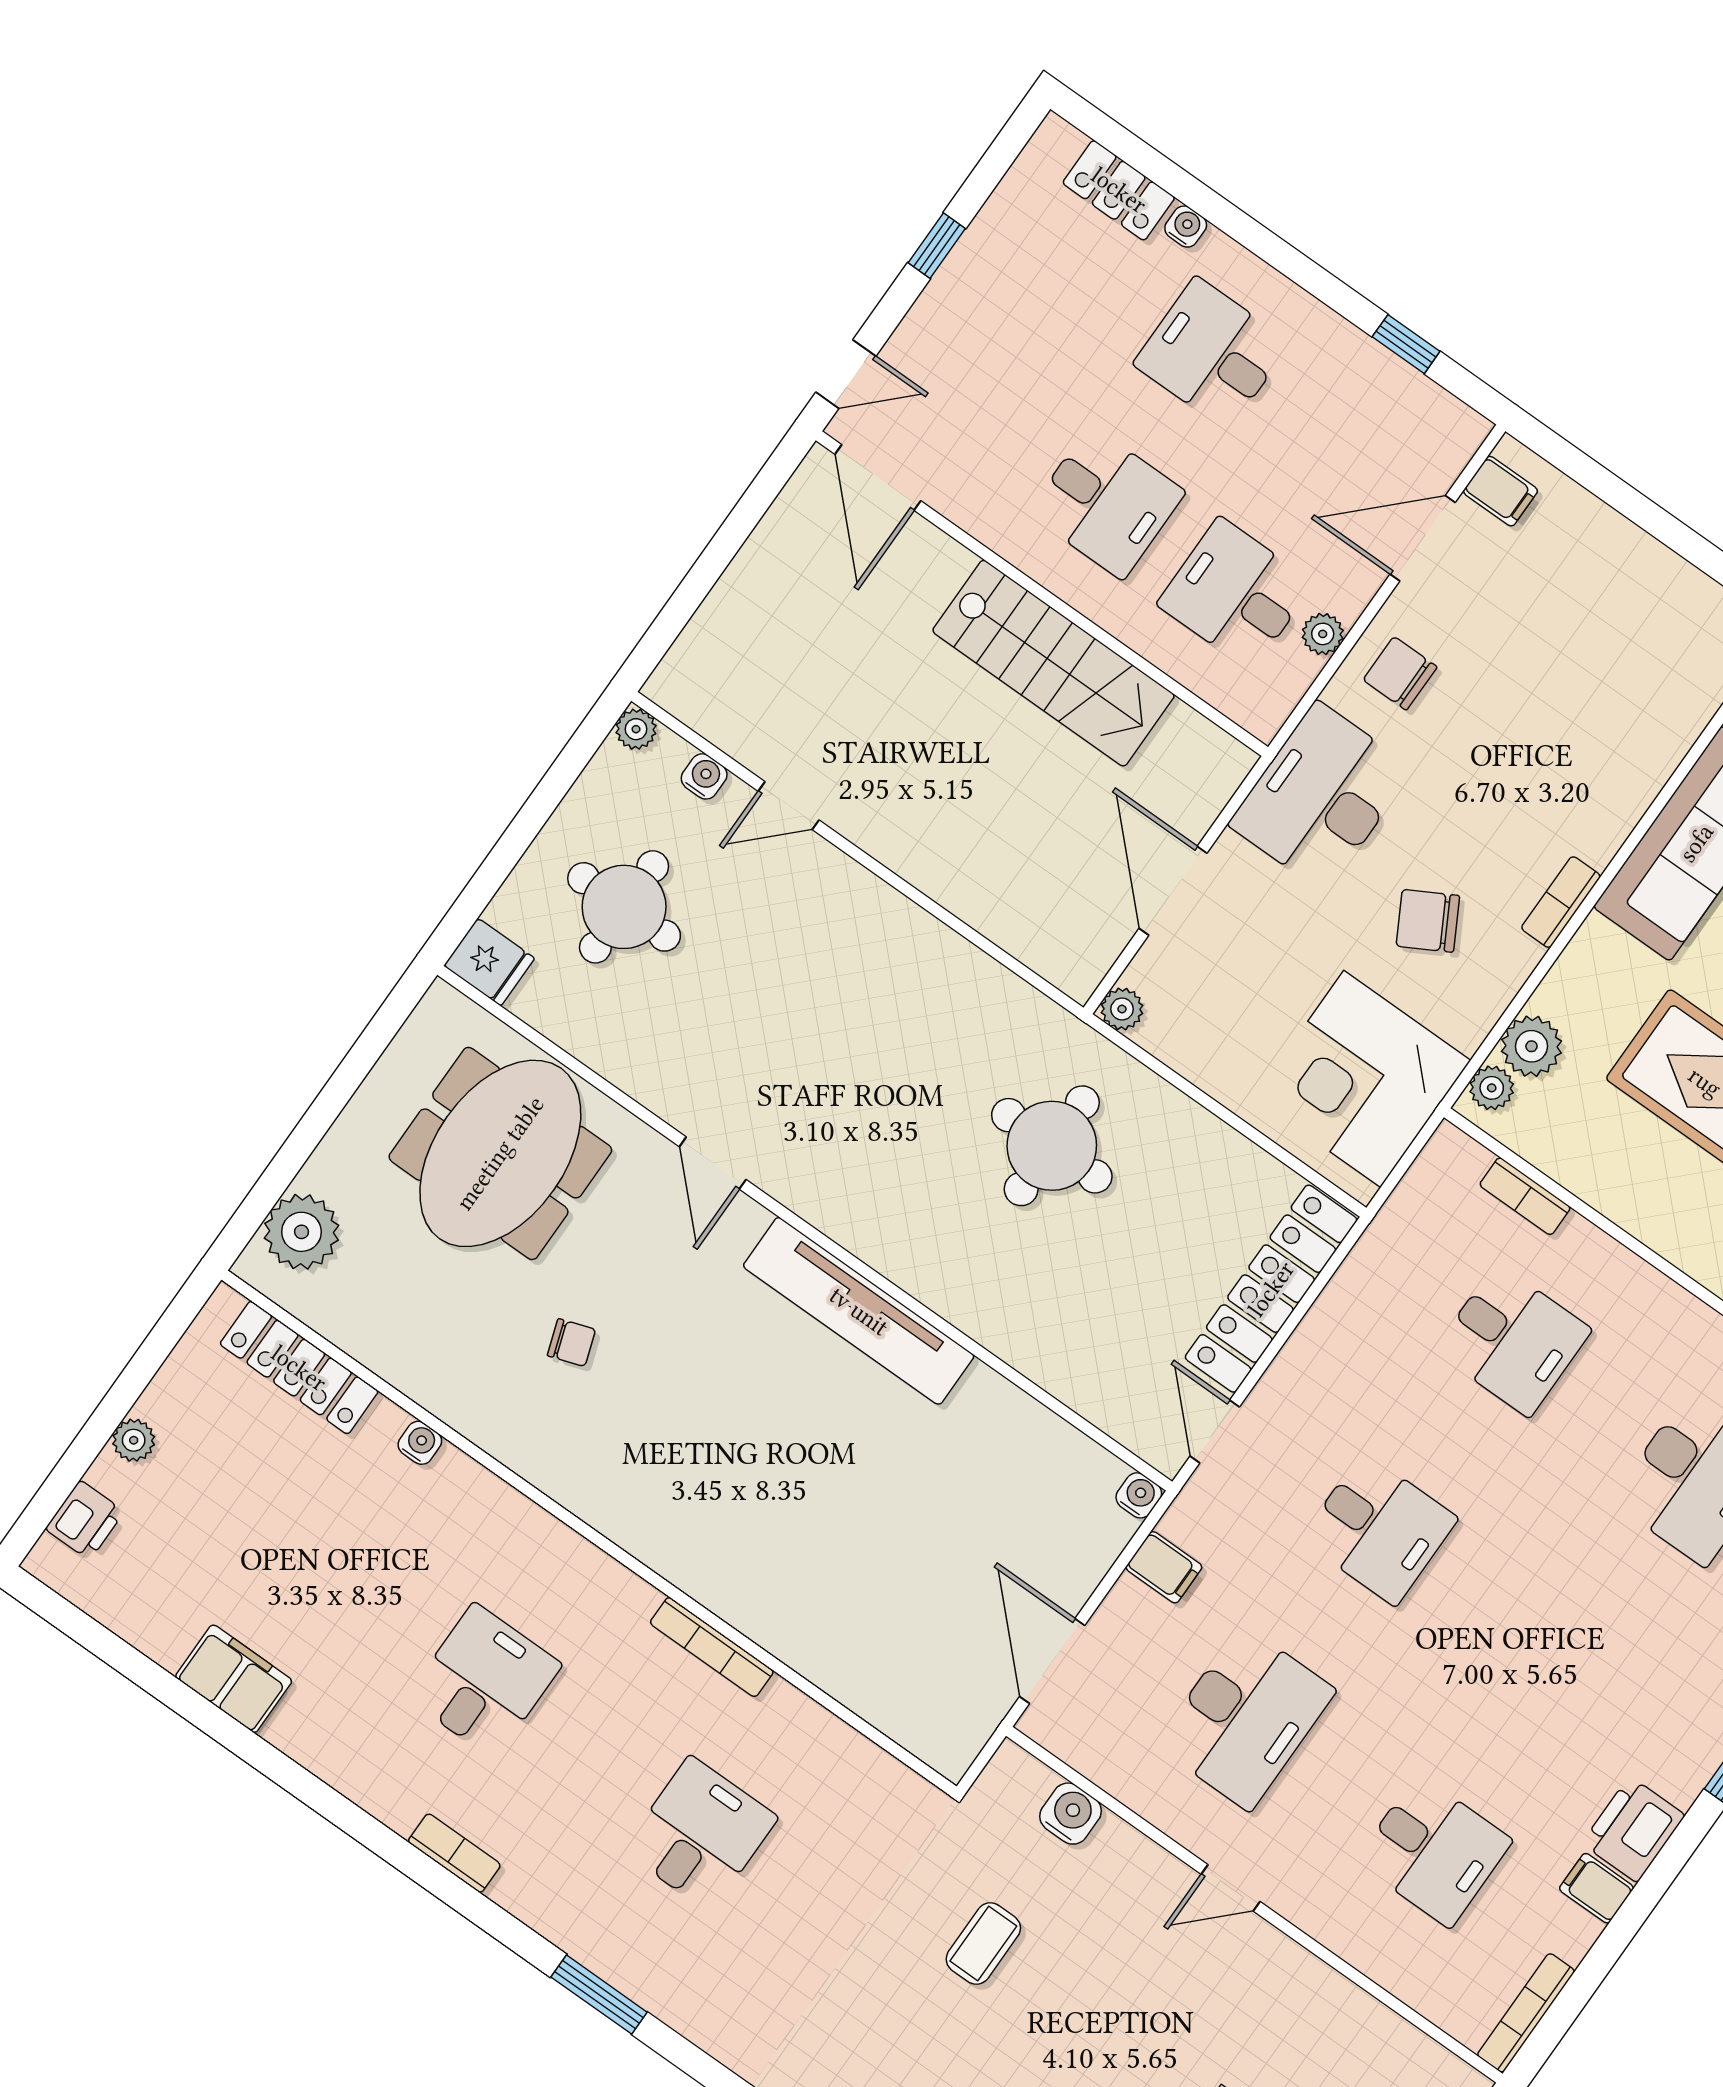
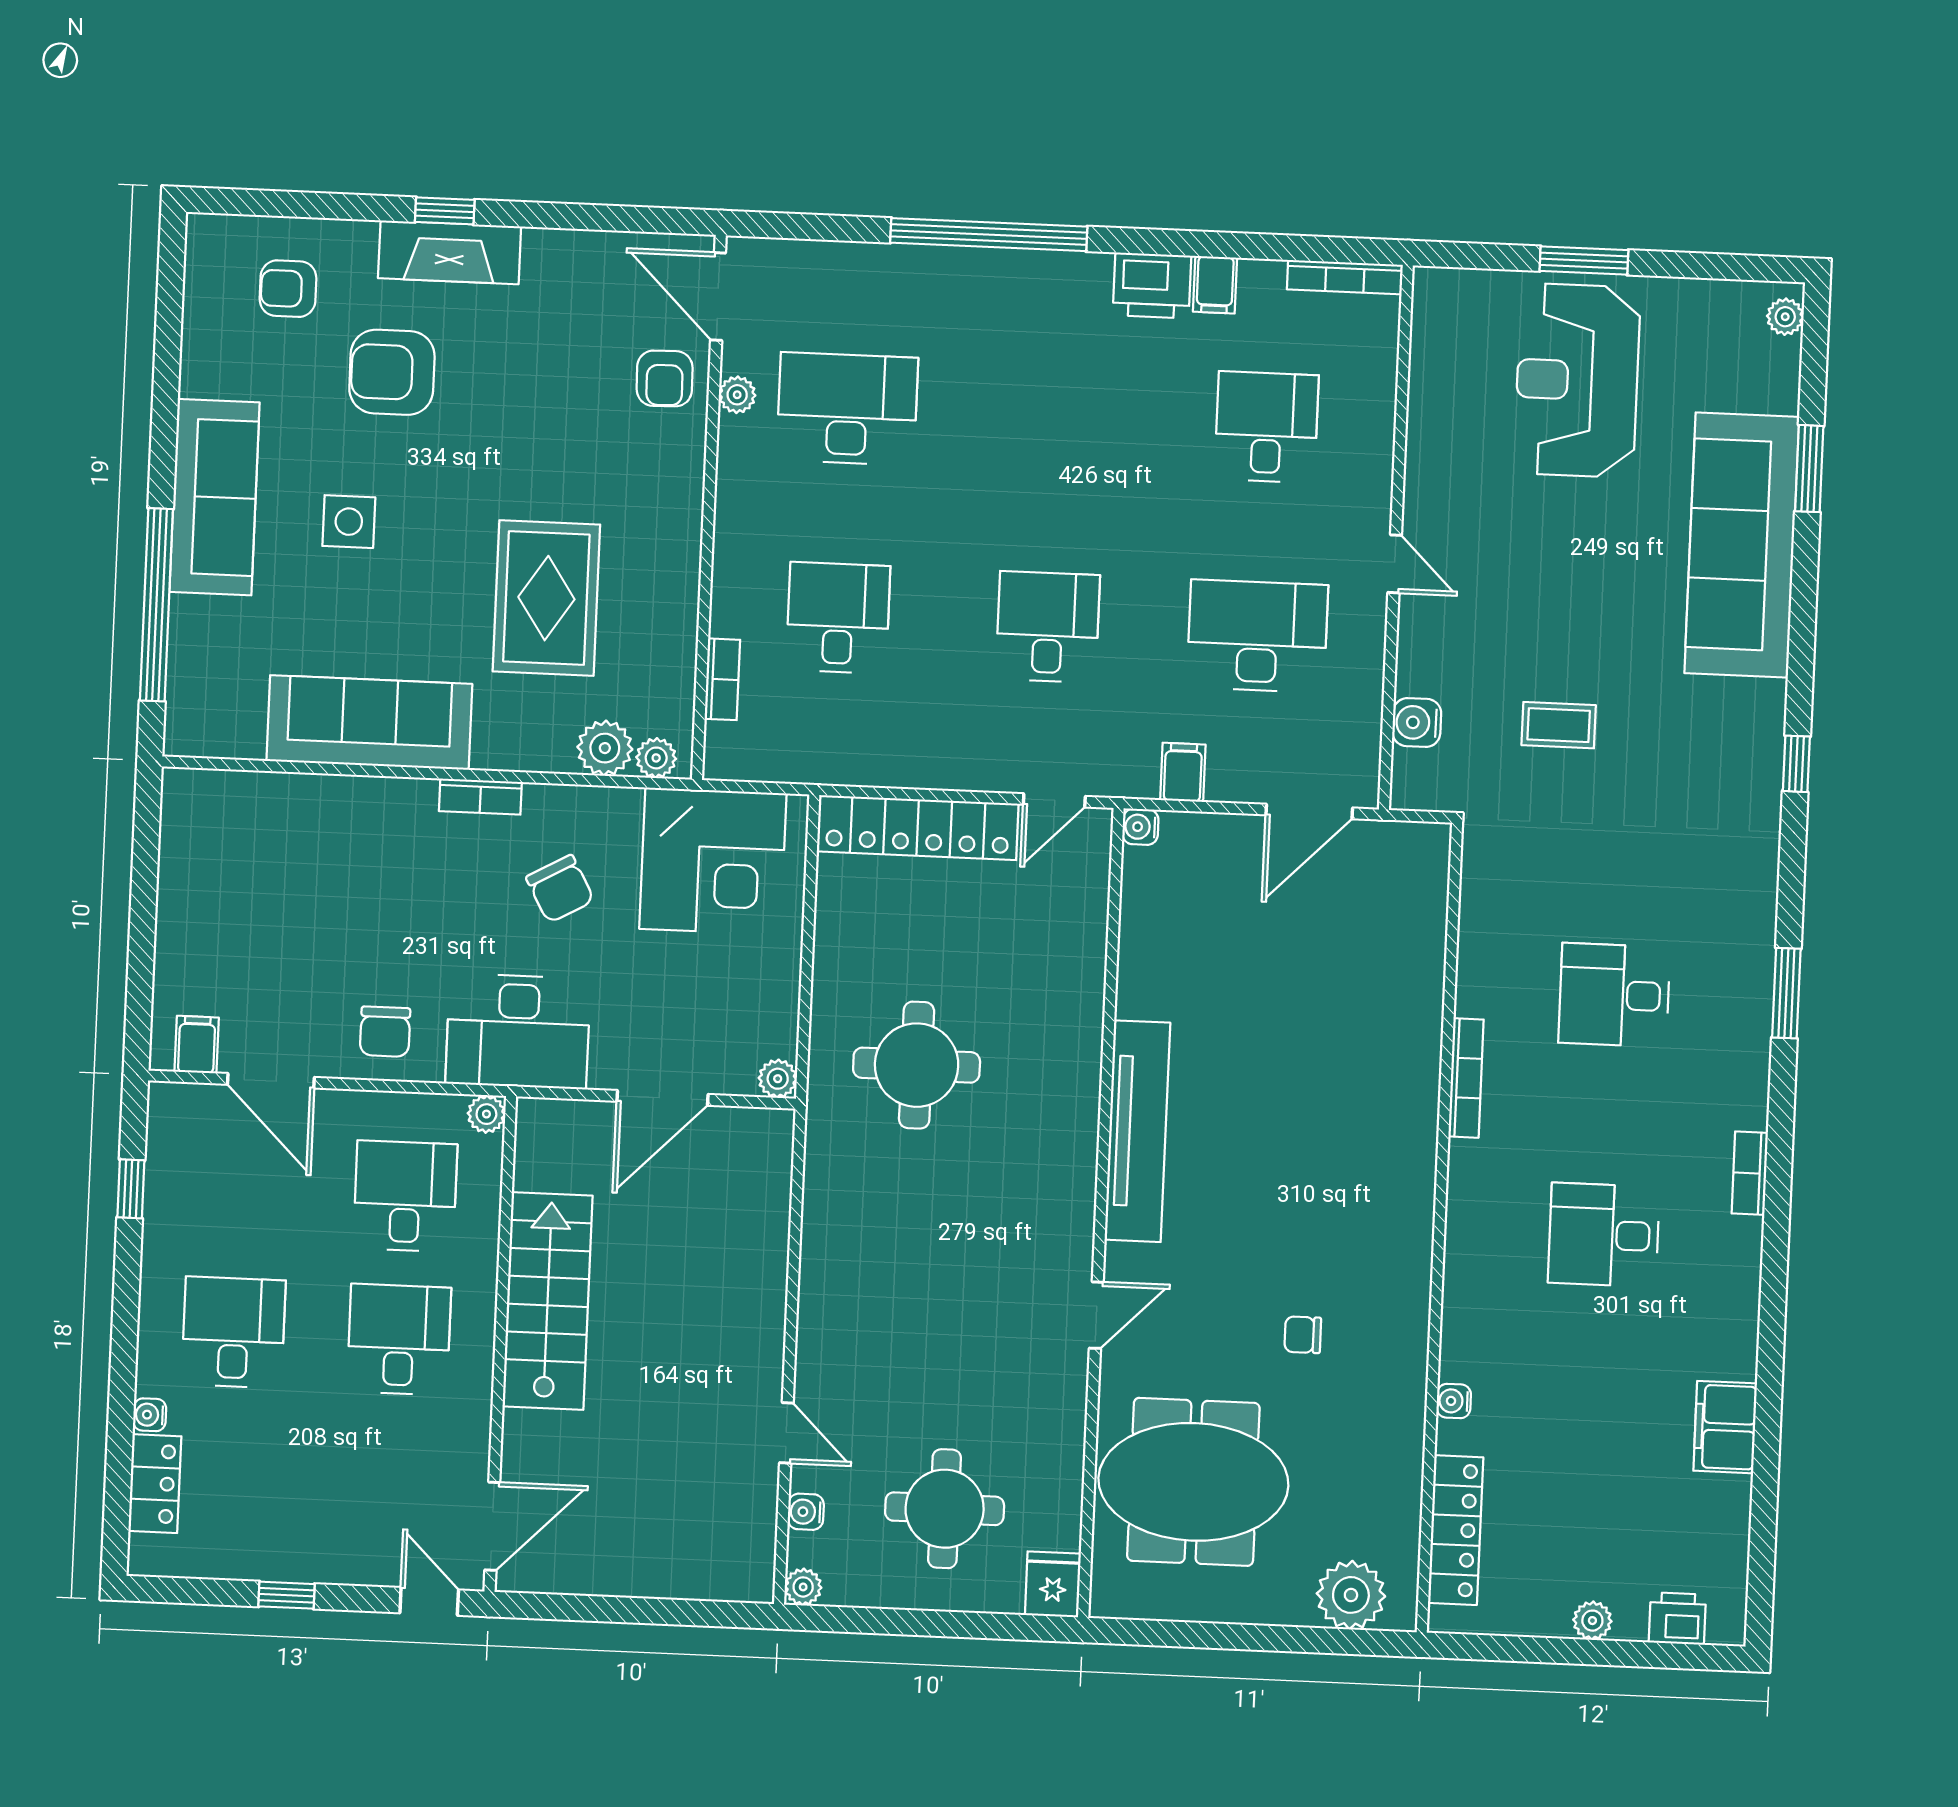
desk: (1212, 354) -> (234, 1332), turned 180
desk: (1236, 594) -> (405, 1196), turned 180
plant: (1323, 634) -> (486, 1114), moved
chair: (571, 1343) -> (1303, 1335), turned -71

